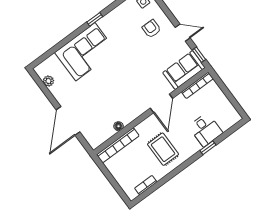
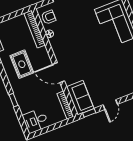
armchair: (151, 29) -> (49, 17), moved
desk: (206, 130) -> (36, 121), moved
rug: (163, 149) -> (22, 64), turned 90

